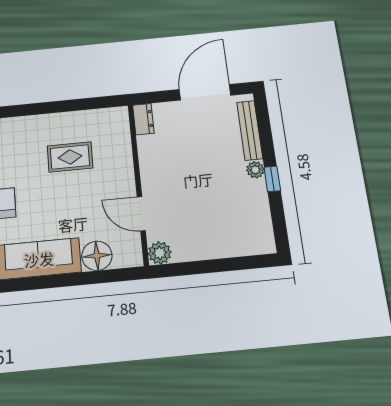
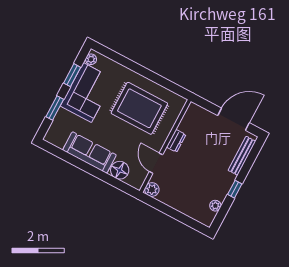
dresser: (143, 119) -> (176, 141), moved
rug: (70, 157) -> (139, 108), width x1.86, depth x2.06
plant: (255, 170) -> (215, 206), moved

